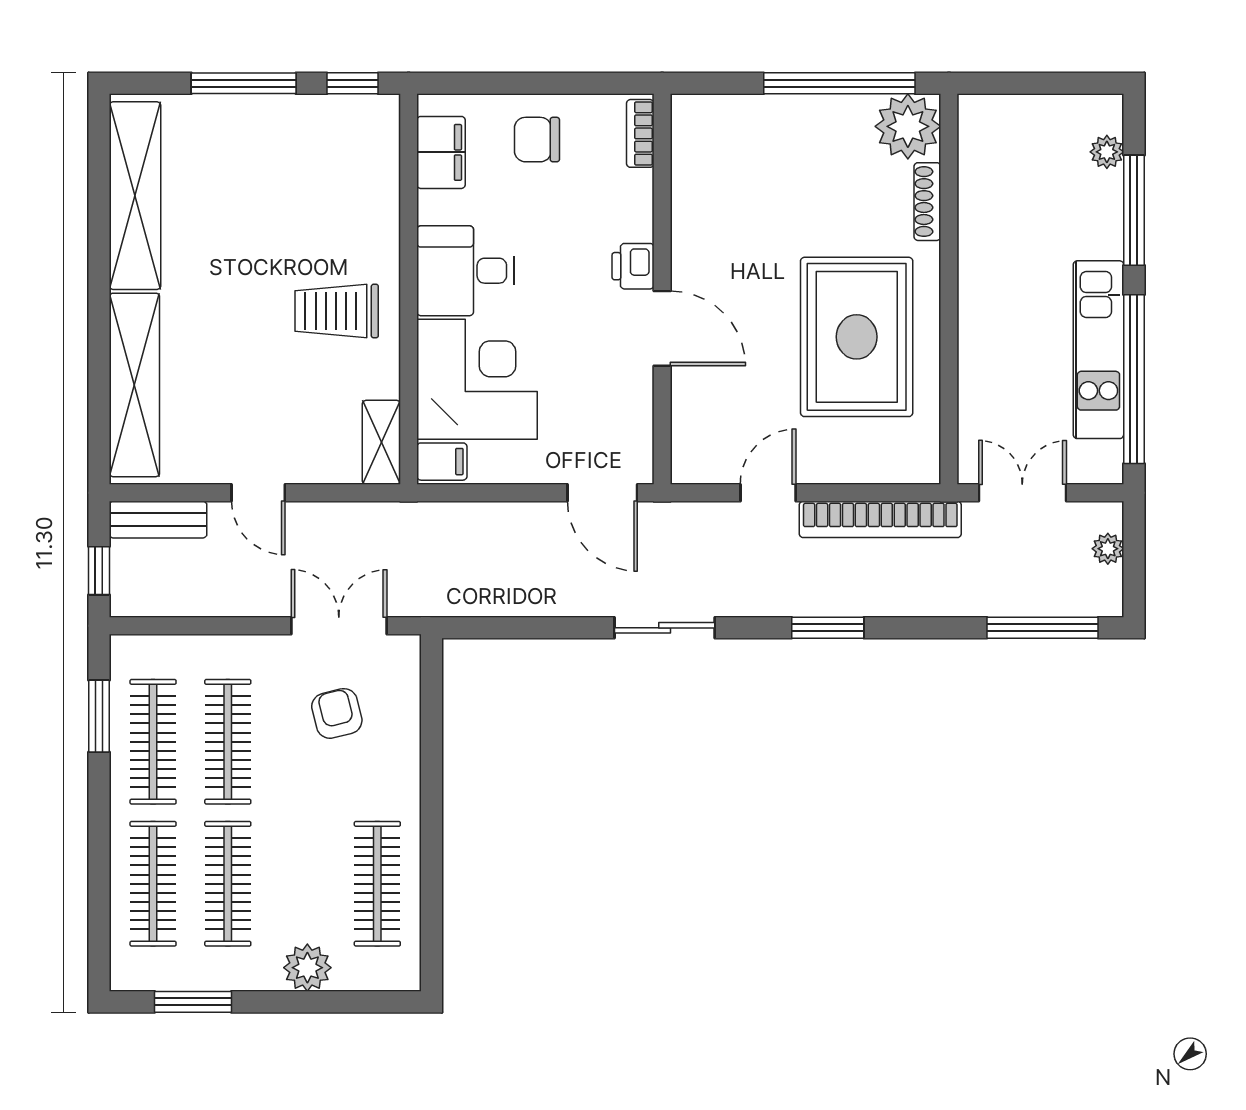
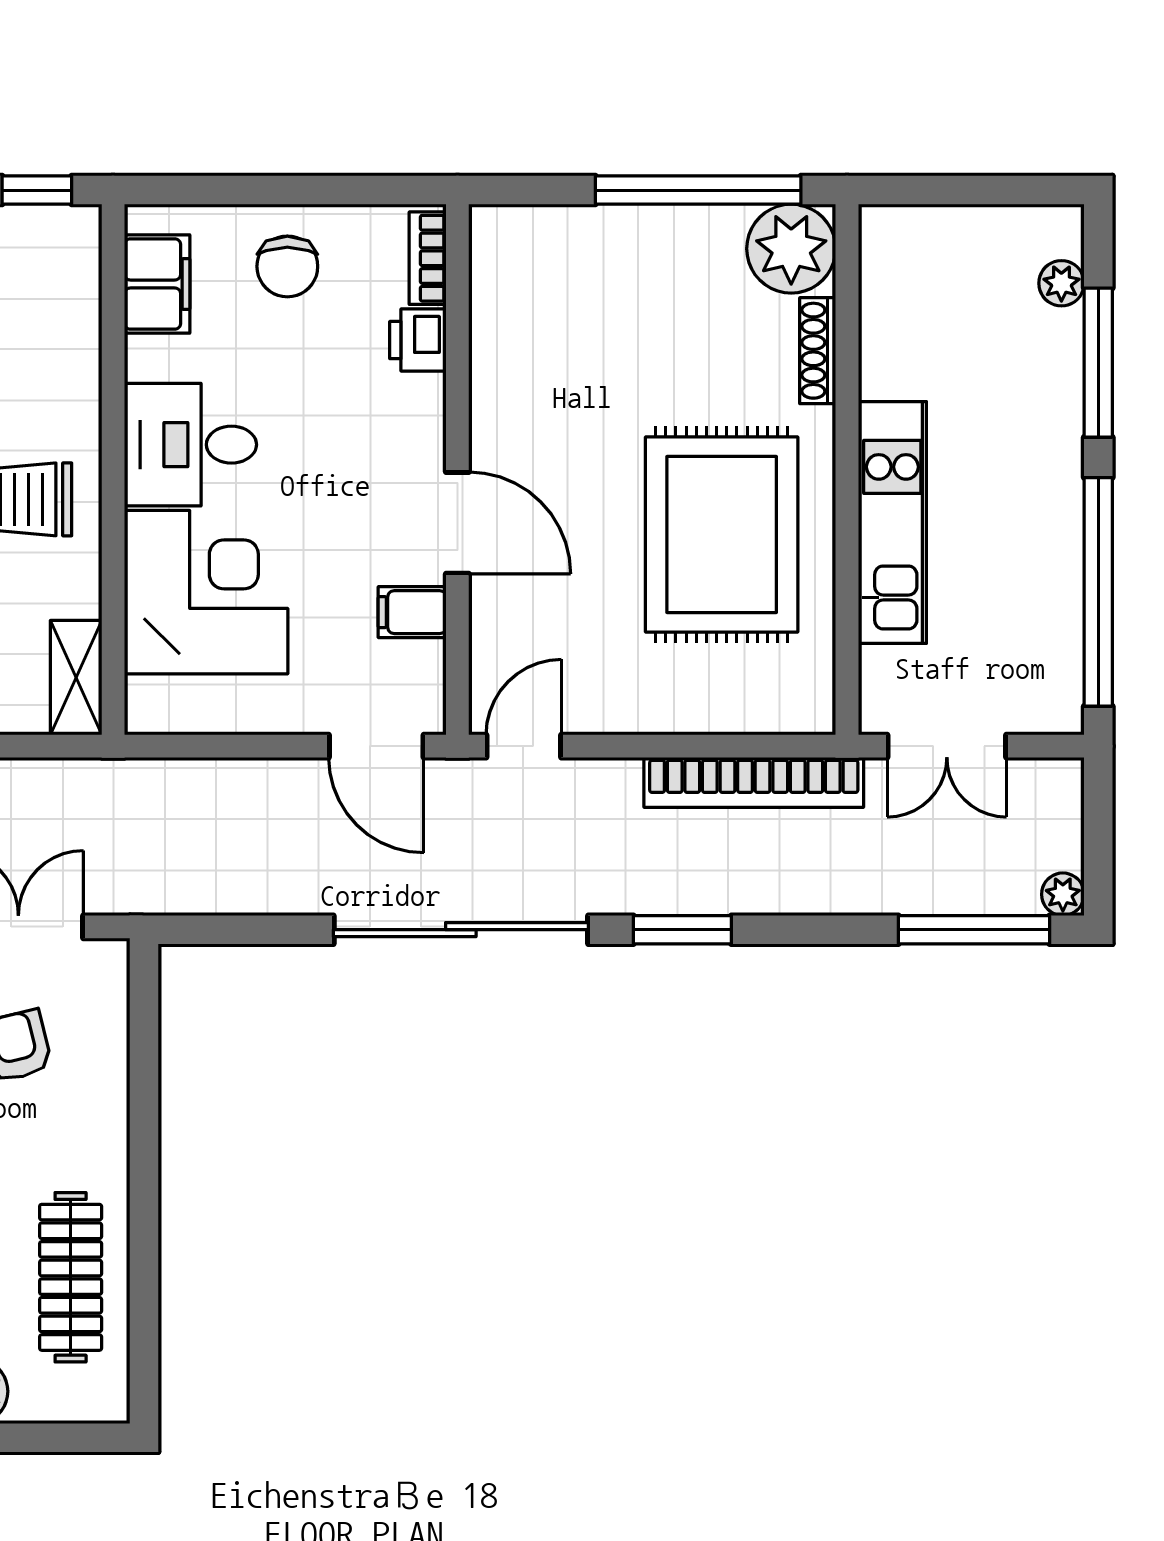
chair: (537, 140) -> (287, 266), turned -90
printer: (633, 266) -> (418, 340), moved
kitchen unit: (1098, 350) -> (892, 523), moved, turned 180
filing cabinet: (442, 462) -> (412, 612), moved, turned 180
door: (768, 493) -> (524, 746), moved
double door: (1022, 493) -> (947, 746), swing flipped
plant: (1108, 549) -> (1063, 894), moved
sliding door: (665, 628) -> (461, 930), width x1.86

